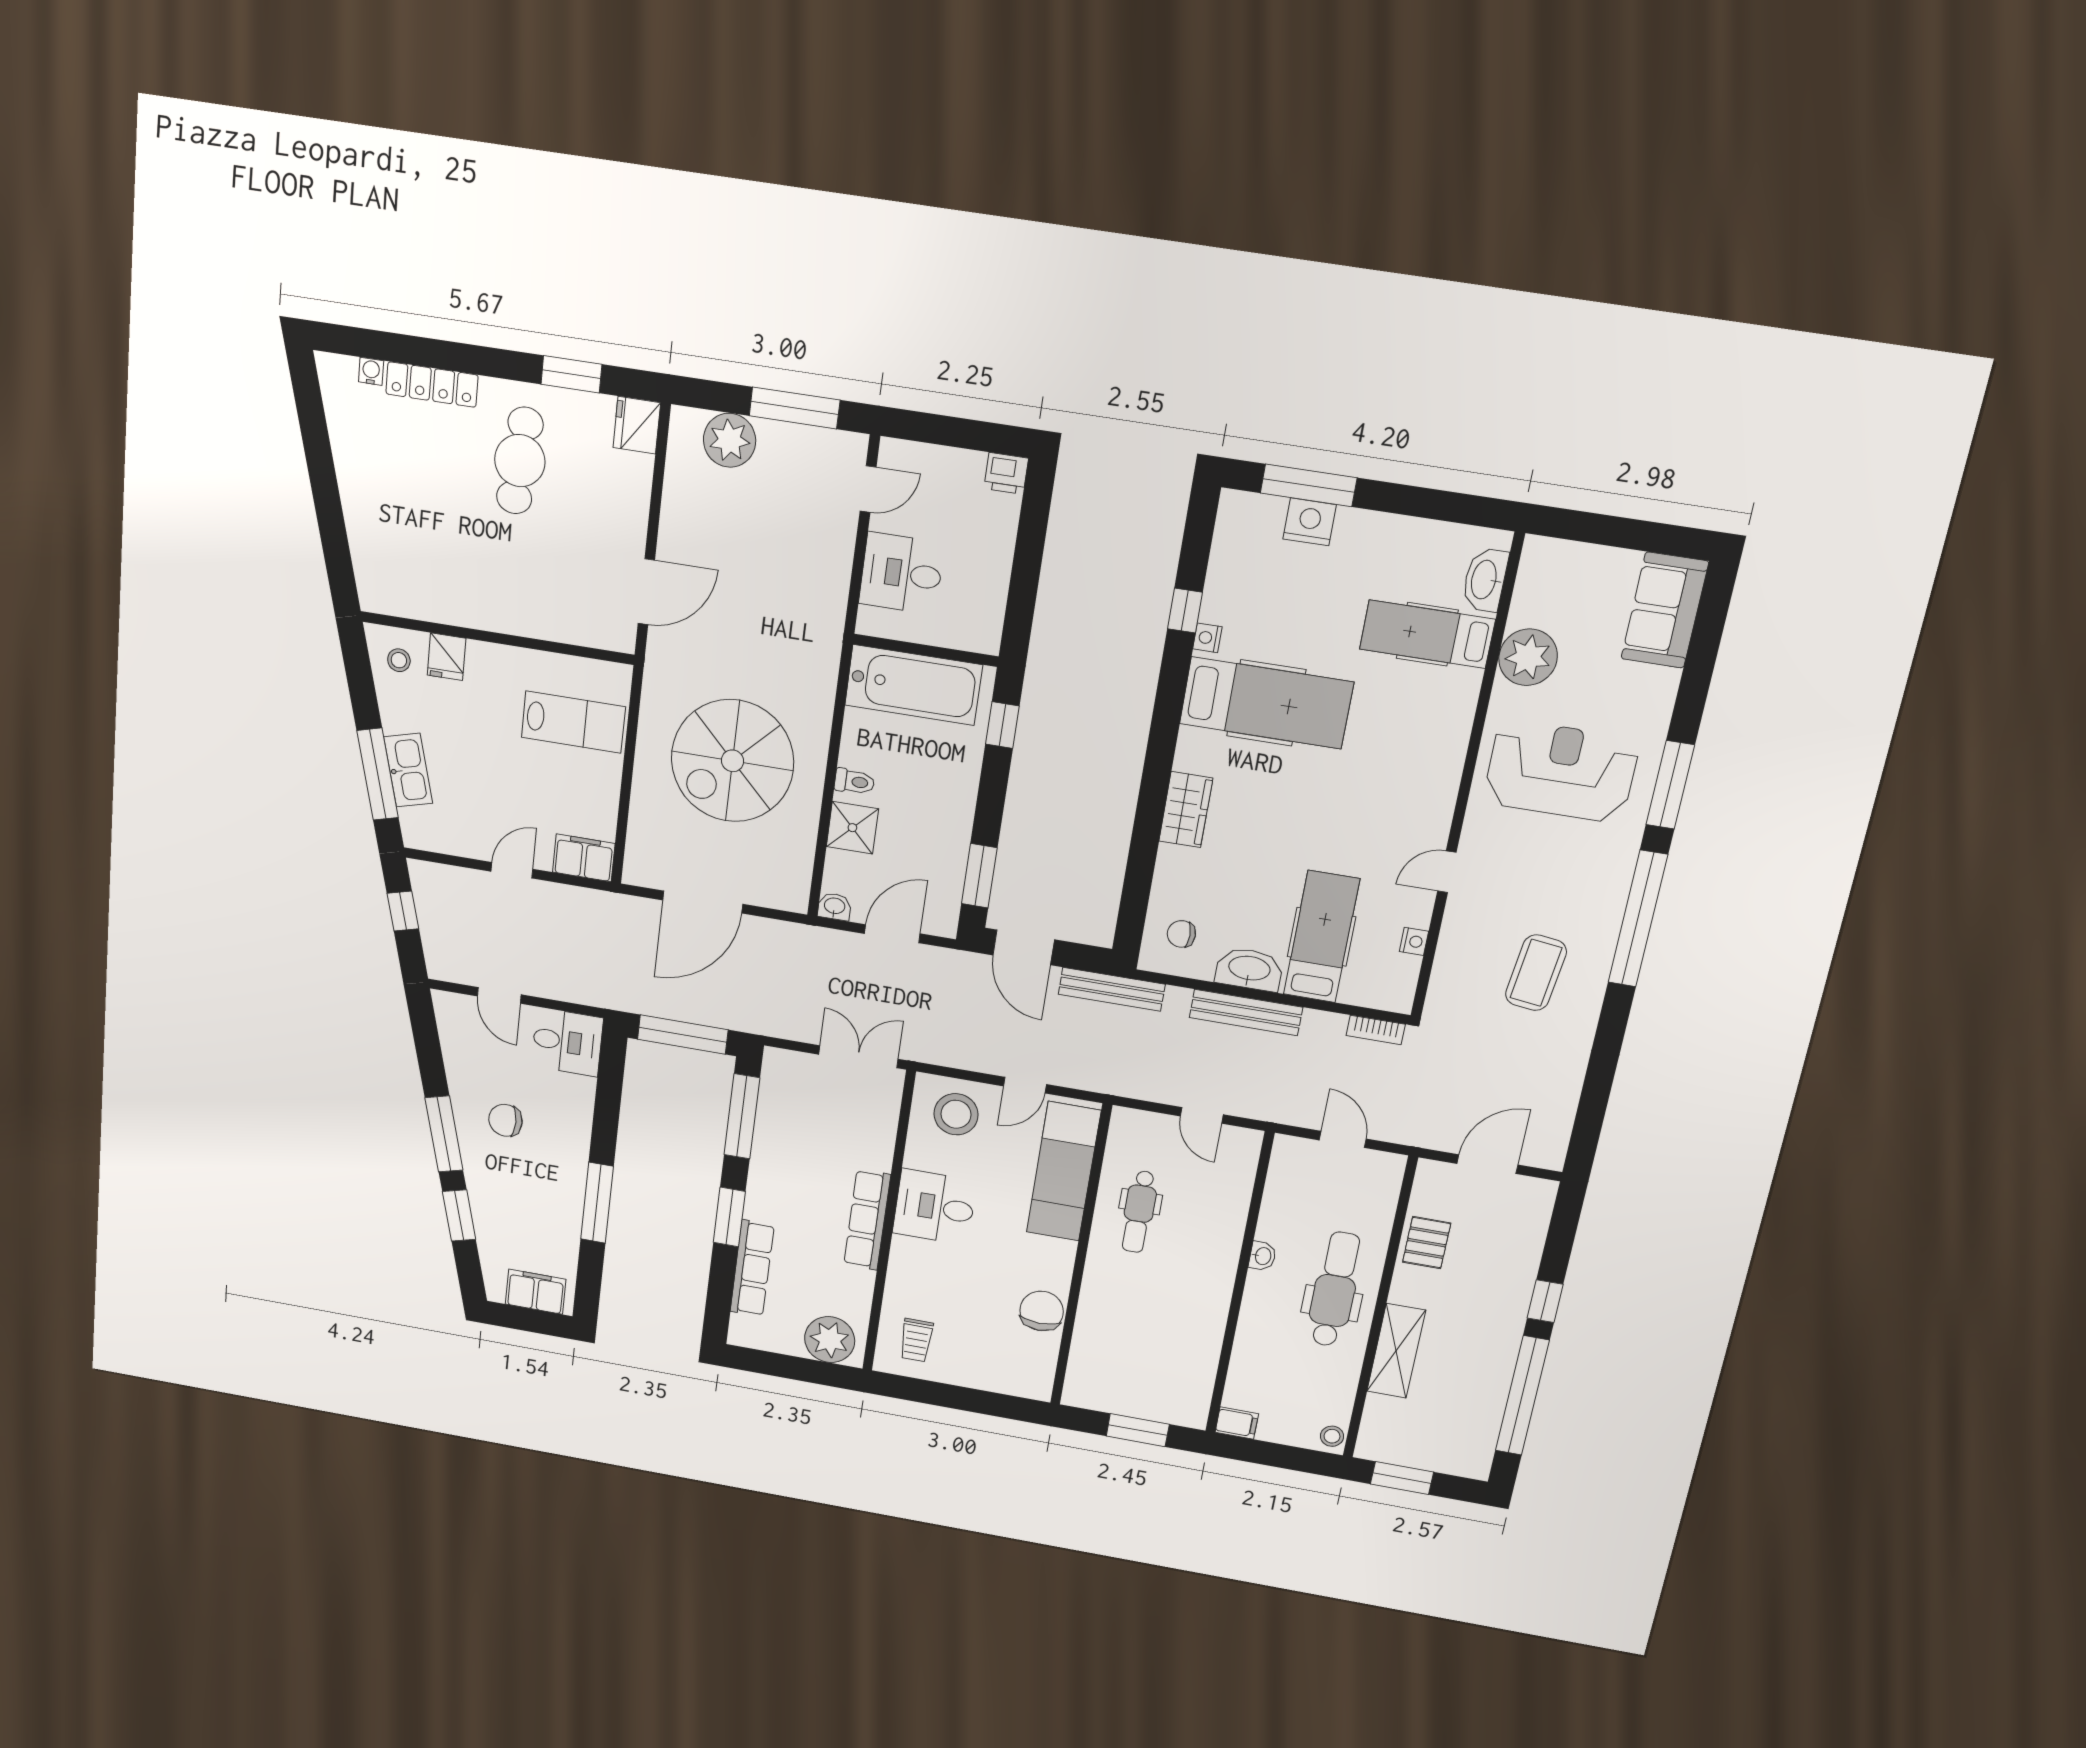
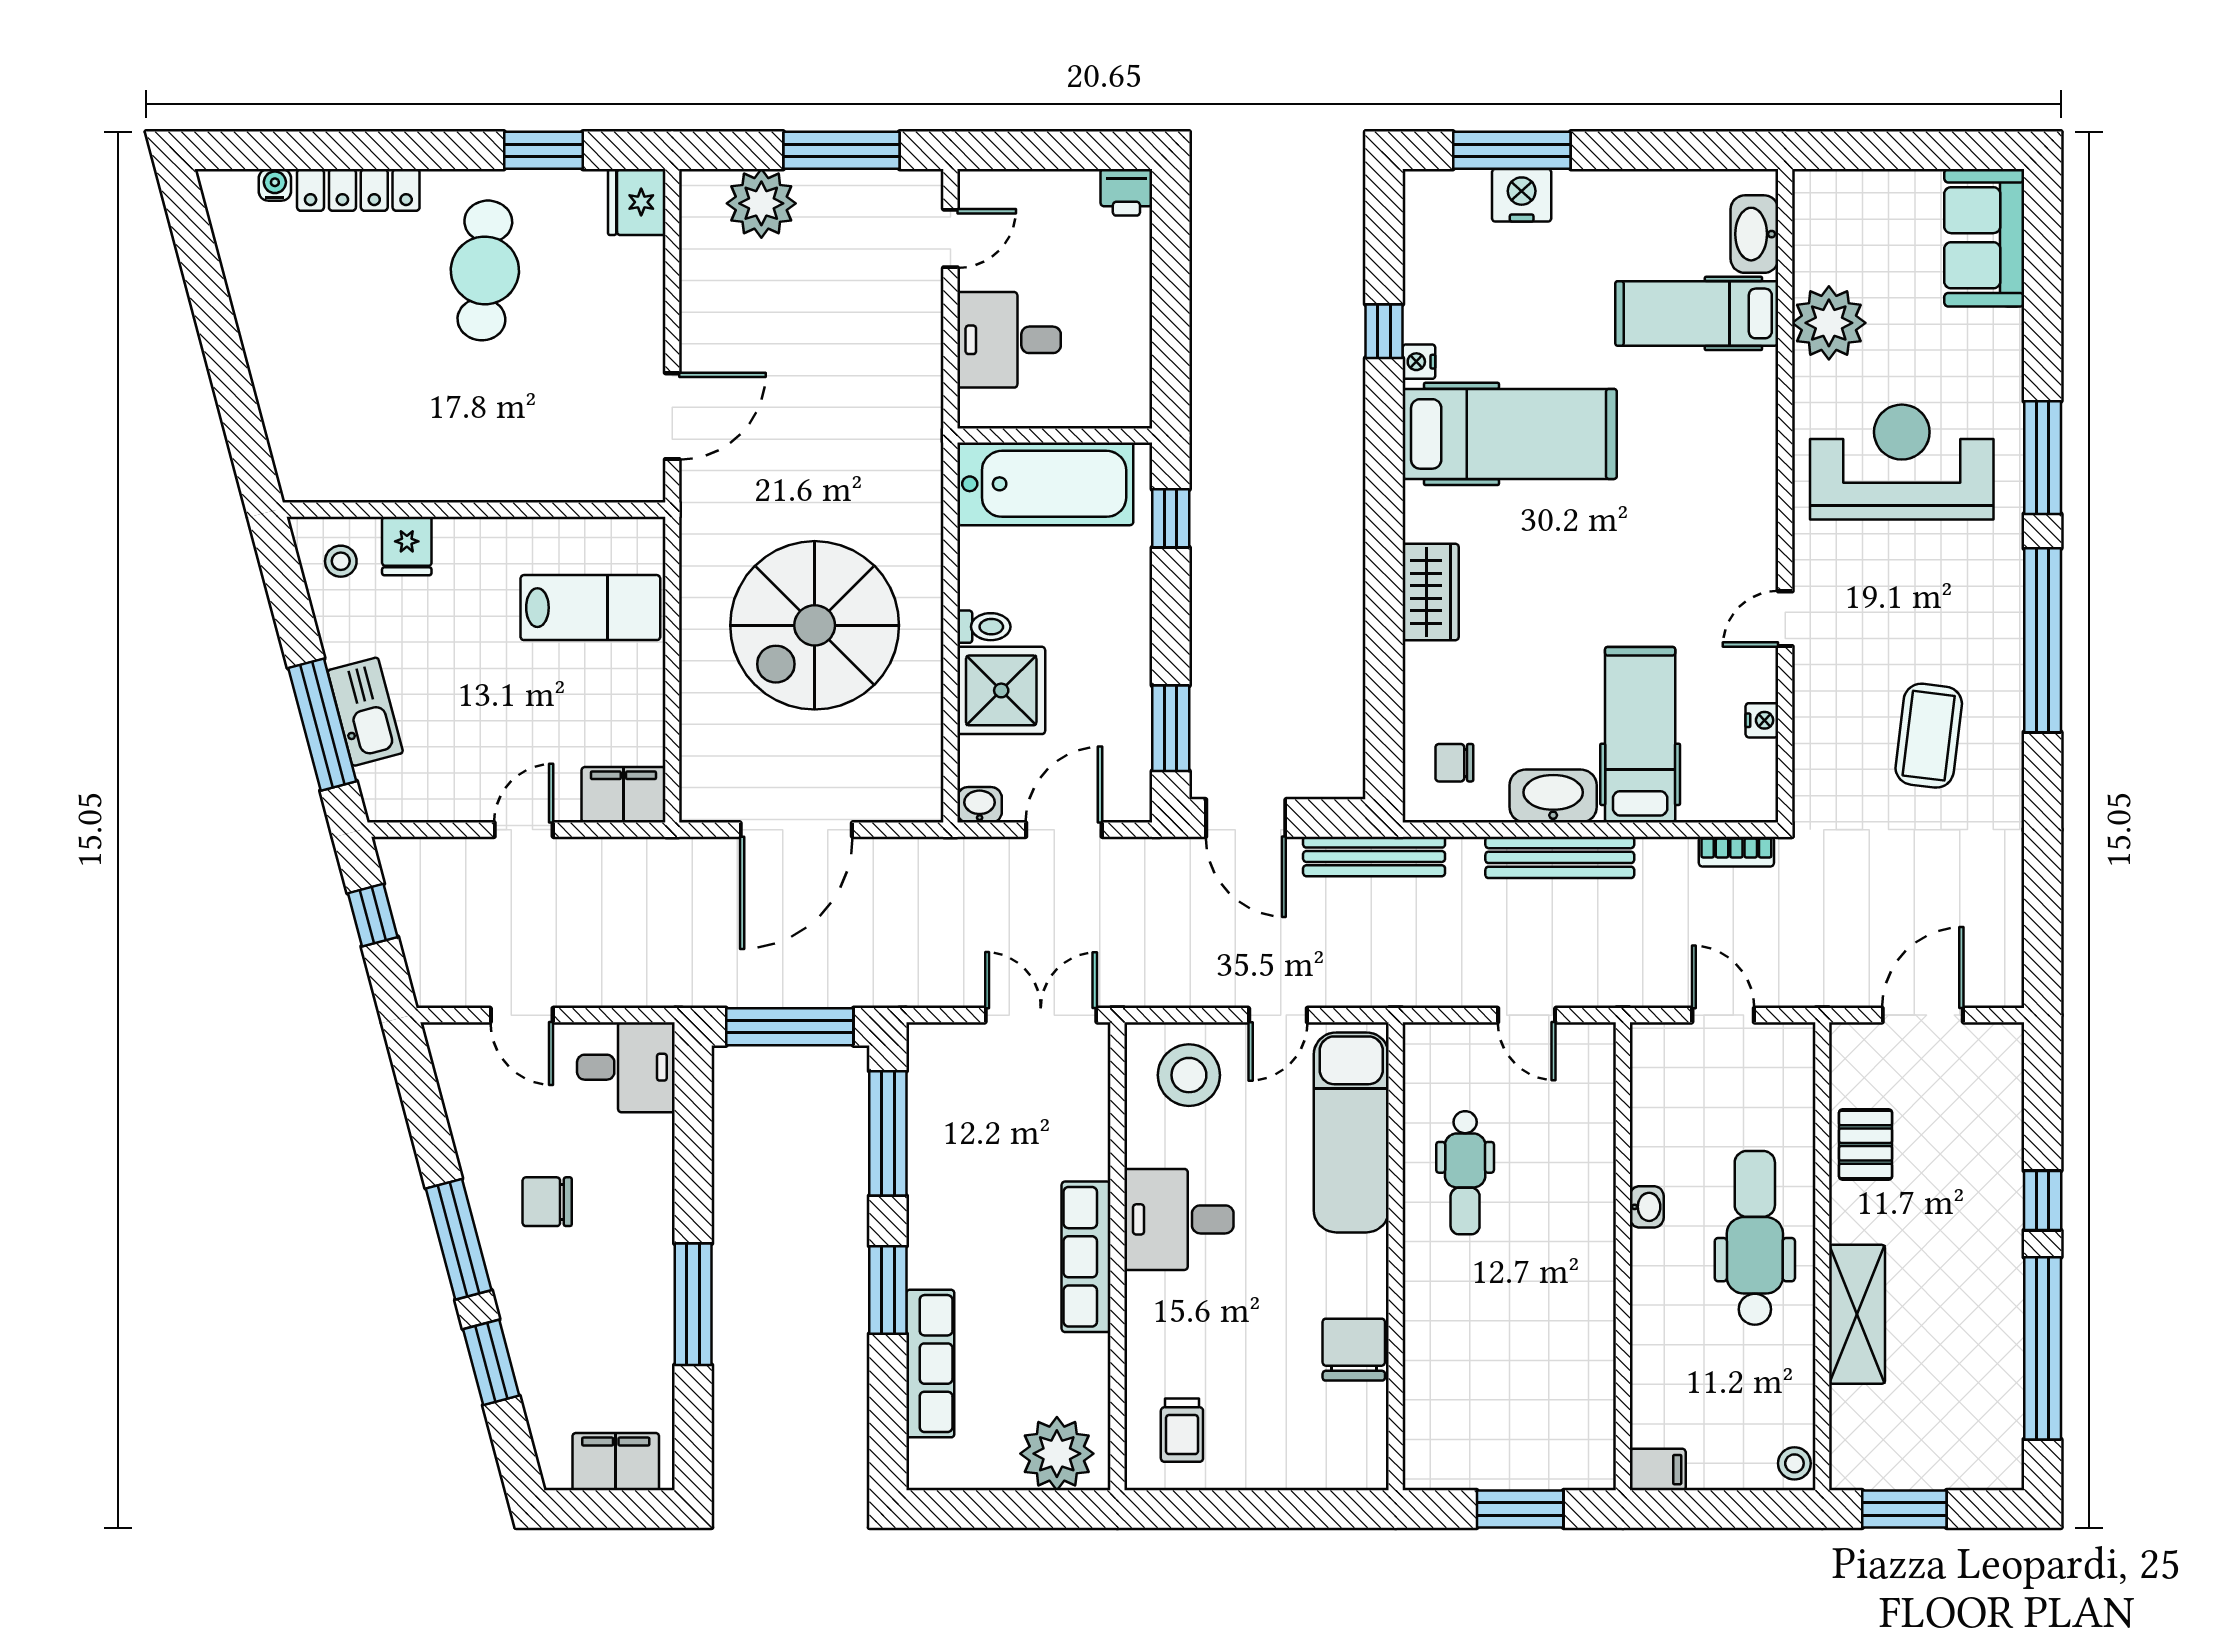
shower: (852, 828) -> (1001, 690), width x1.36, depth x1.36

